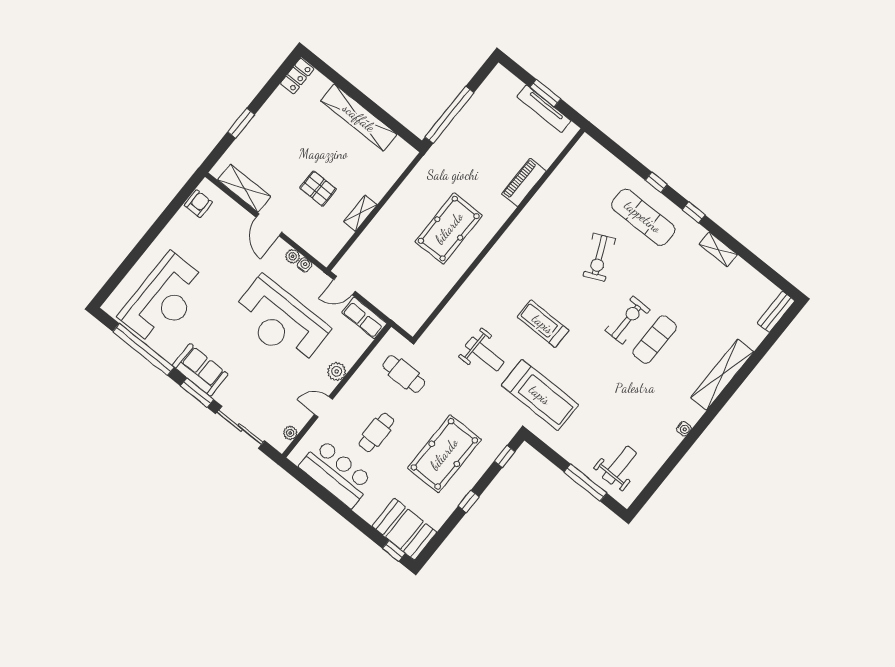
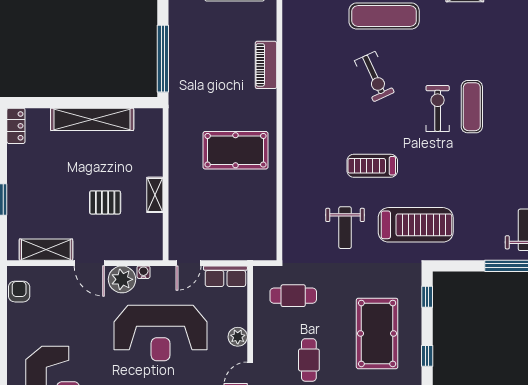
pool table: (449, 228) -> (235, 150), turned 90
plant: (293, 256) -> (122, 279), width x1.88, depth x1.88
weight bench: (485, 354) -> (345, 228), turned 90

